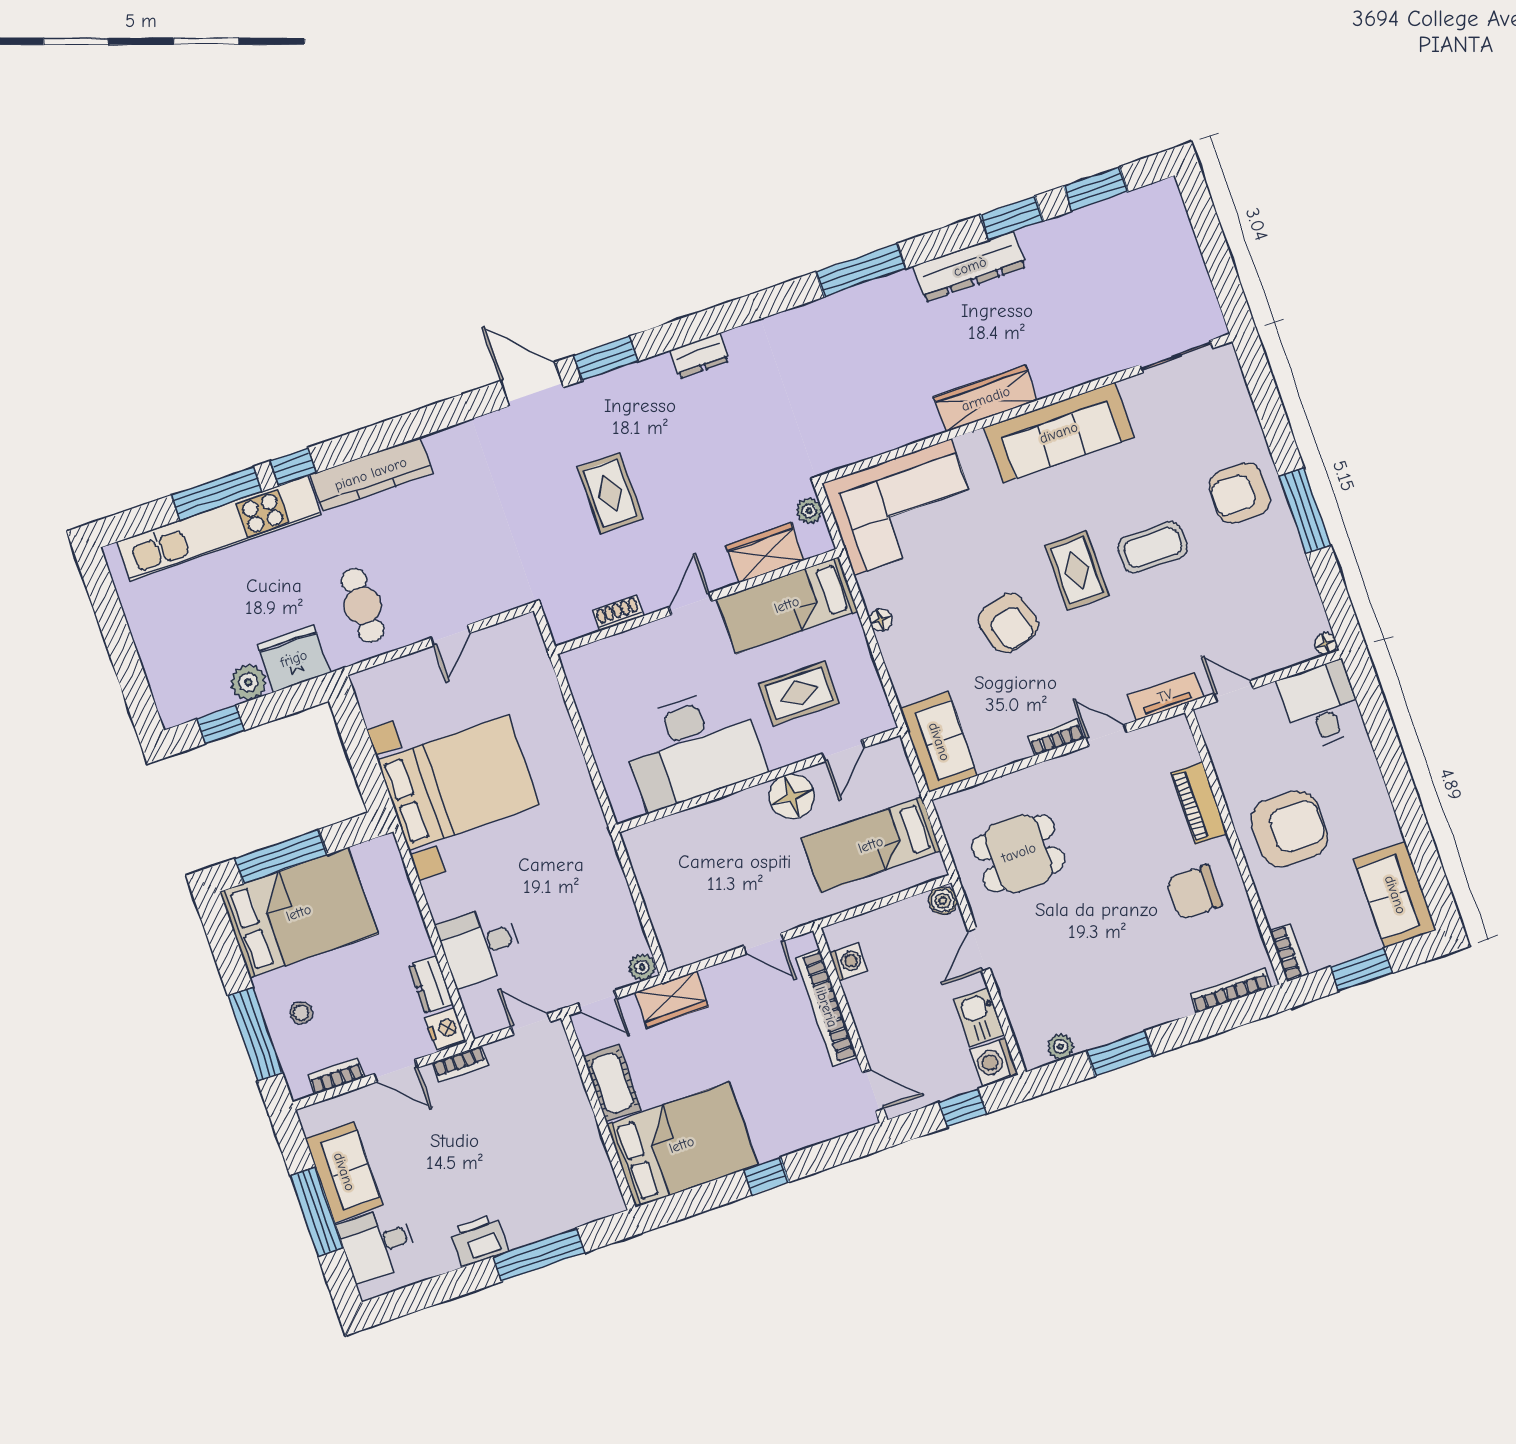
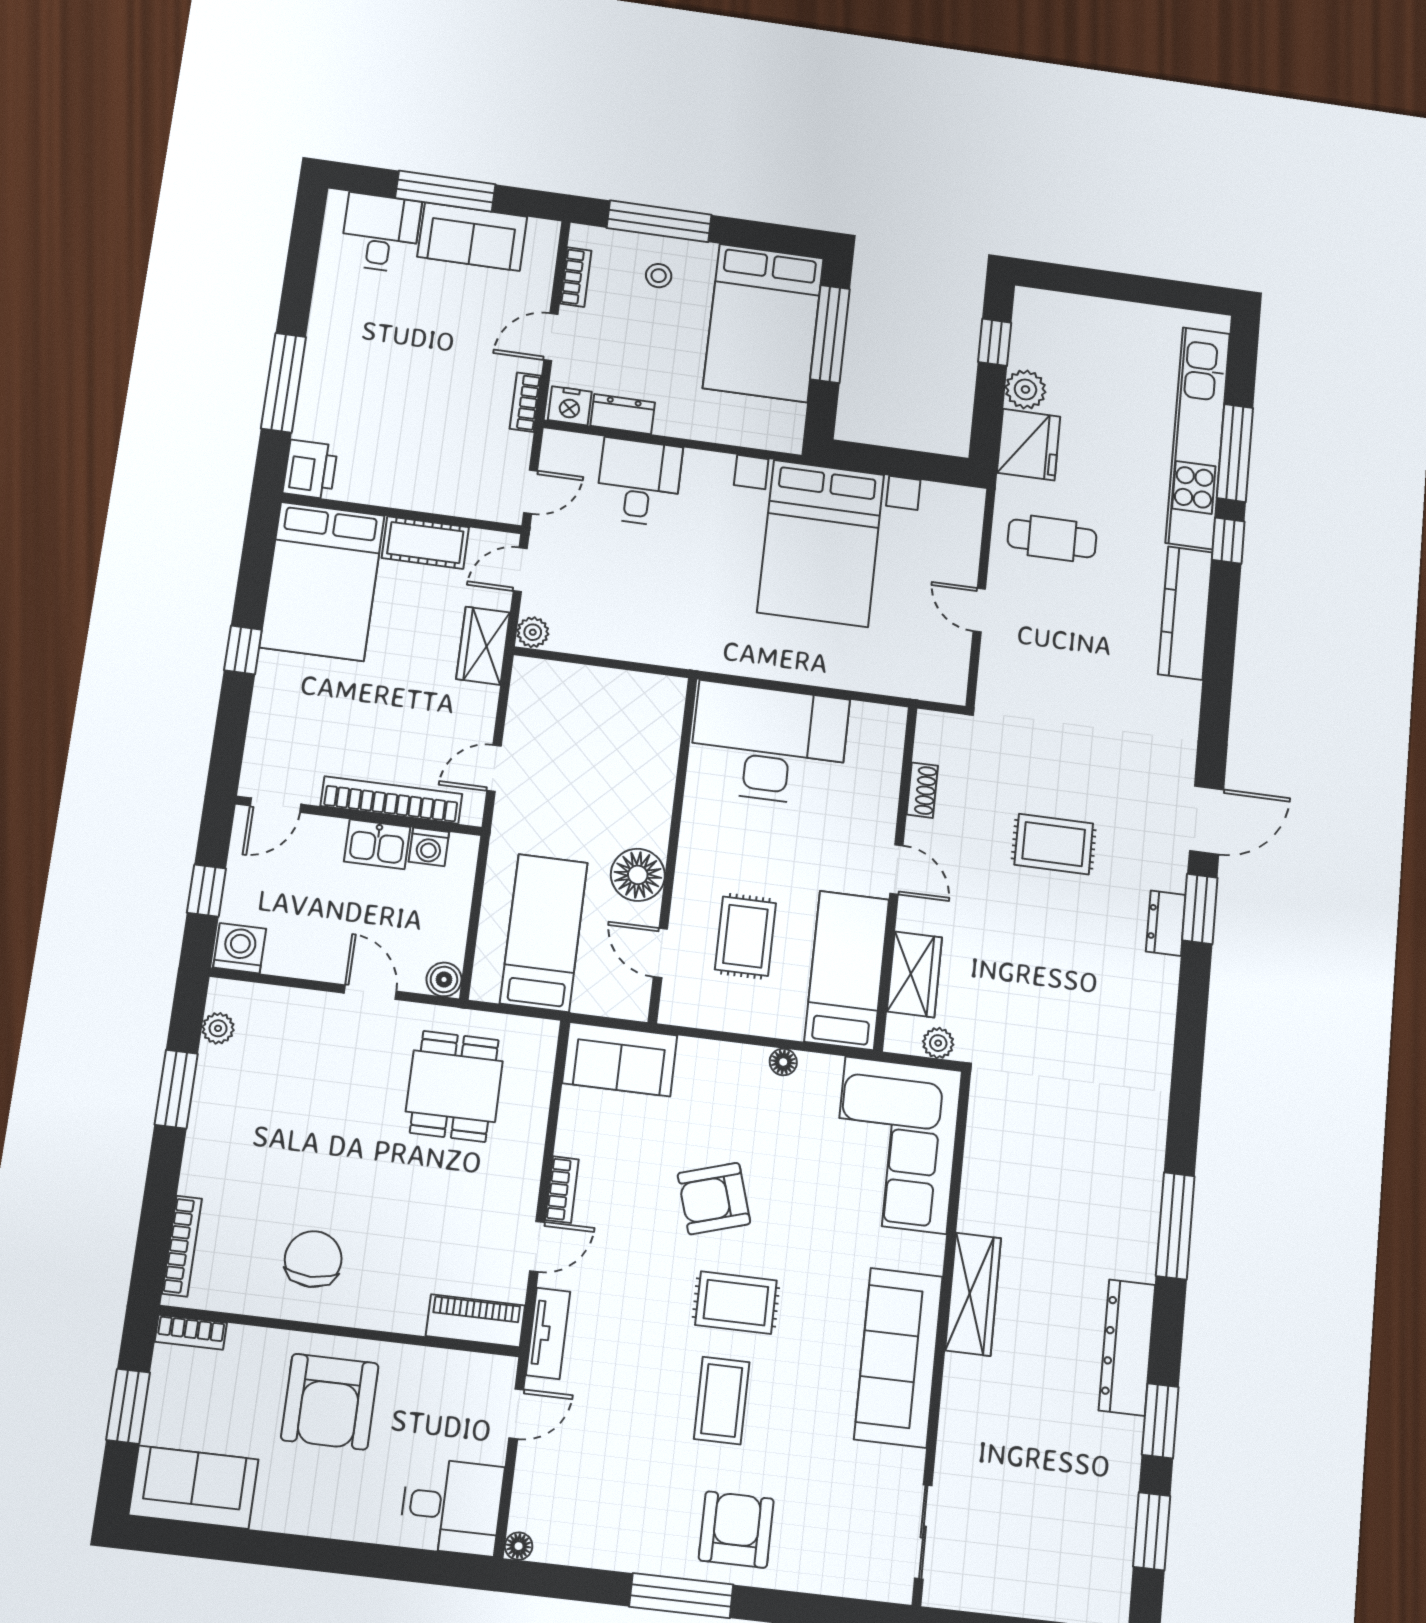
dresser: (700, 356) -> (1166, 923), moved
desk: (693, 748) -> (769, 744), moved, turned 90
piano: (1199, 803) -> (475, 1321), moved
kitchen sink: (979, 1017) -> (377, 844), moved, turned 180
printer: (479, 1240) -> (310, 469), moved

